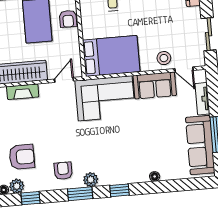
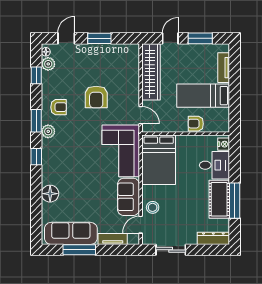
fireplace: (23, 92) -> (133, 77), removed
armchair: (22, 157) -> (96, 97), moved
floor lamp: (155, 176) -> (50, 194), width x1.89, depth x1.89

